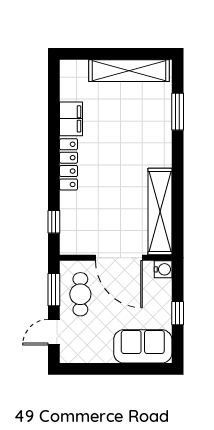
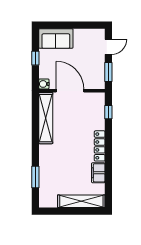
shelving: (129, 71) -> (81, 201), moved
cafe table: (80, 294) -> (93, 69), removed

